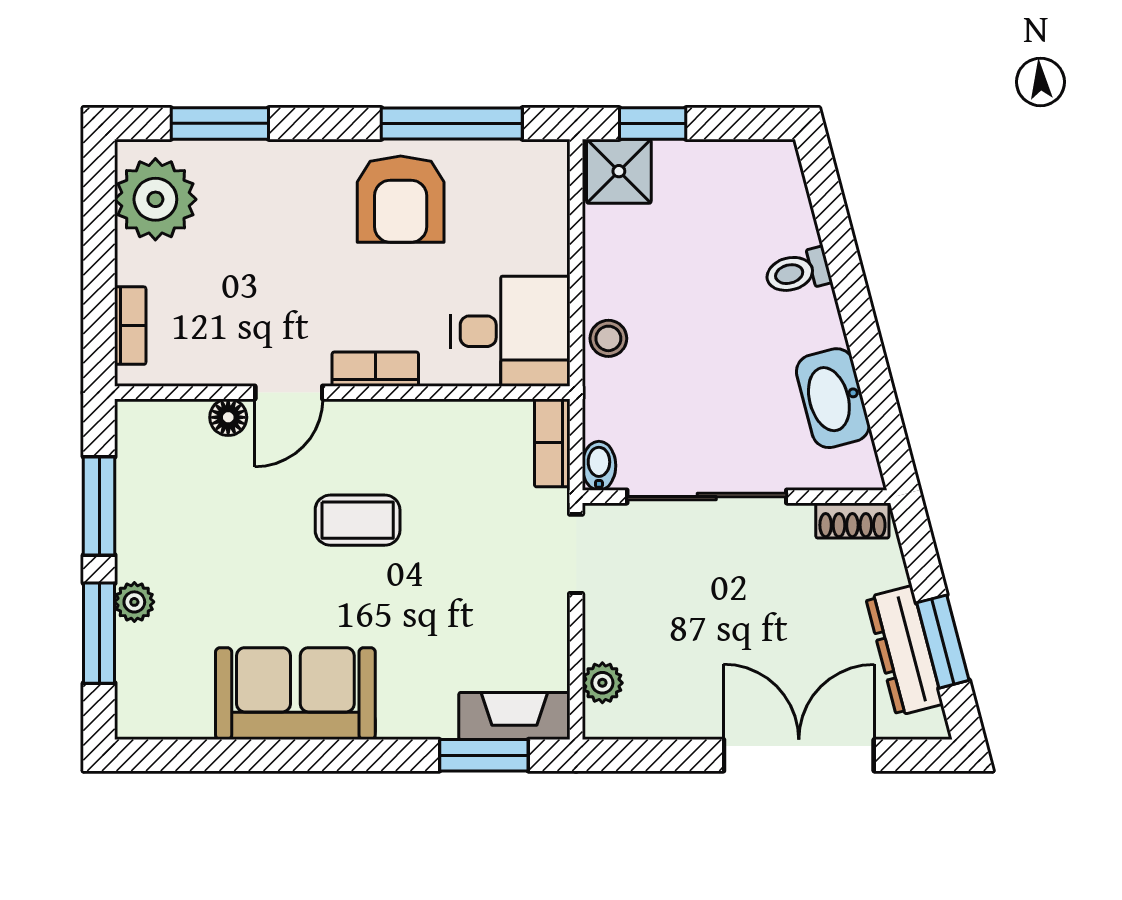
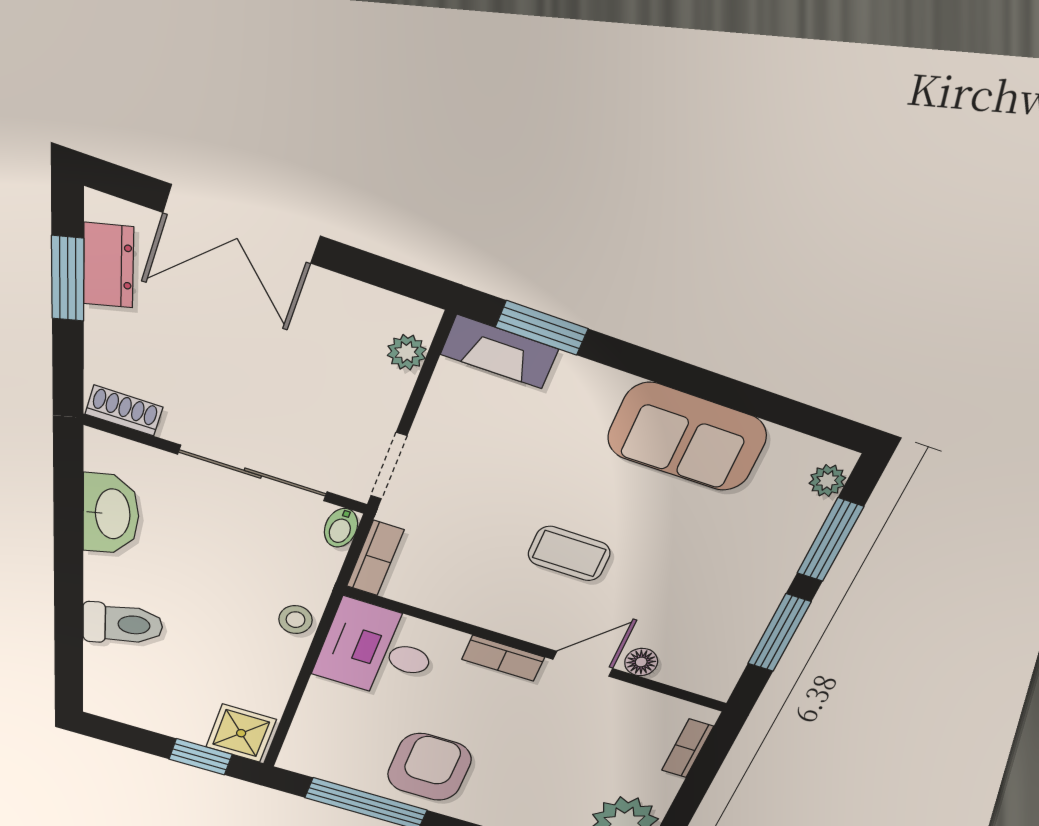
toilet: (798, 272) -> (123, 624), width x1.37, depth x1.39
plant: (134, 602) -> (827, 481), moved
dresser: (904, 651) -> (108, 265), width x0.70

